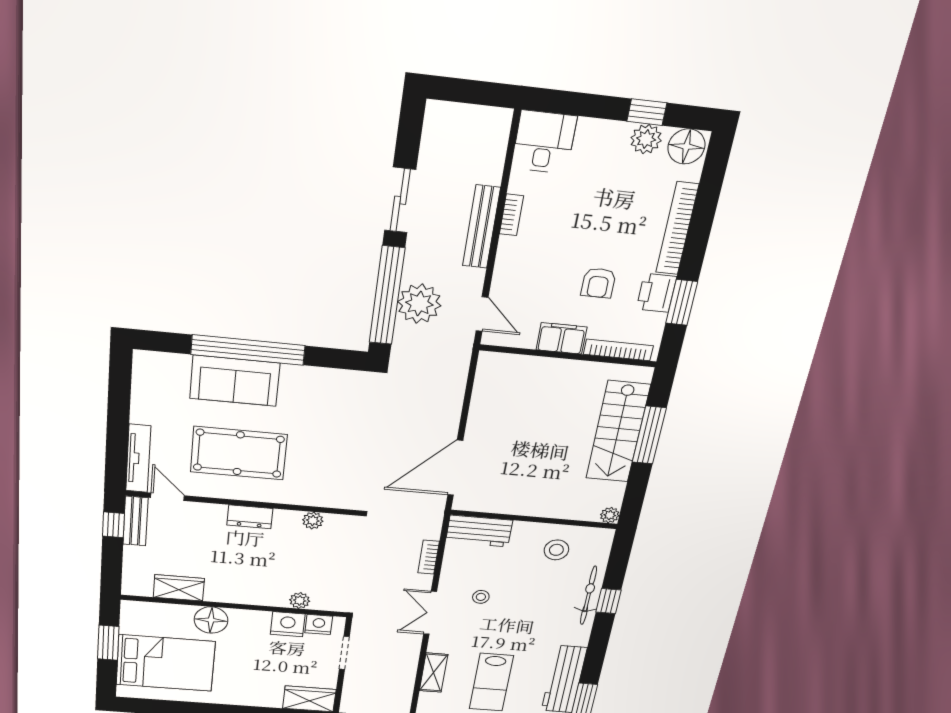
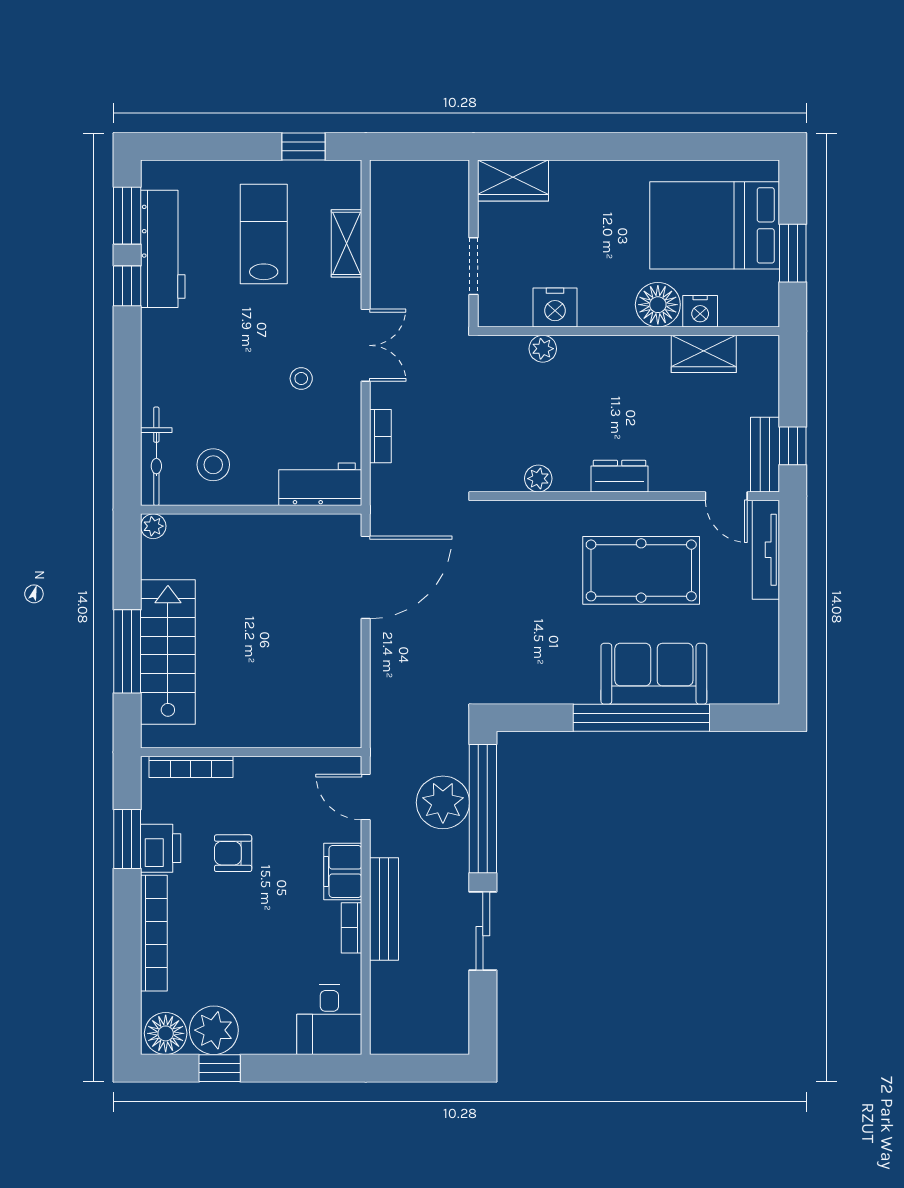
plant: (646, 139) -> (214, 1030), width x1.36, depth x1.36
armchair: (598, 283) -> (233, 853), turned -90
filing cabinet: (561, 338) -> (343, 872), moved, turned 90
bicycle: (588, 595) -> (156, 456), moved
window: (609, 601) -> (127, 286), moved
nightstand: (319, 624) -> (700, 311), moved

